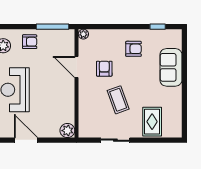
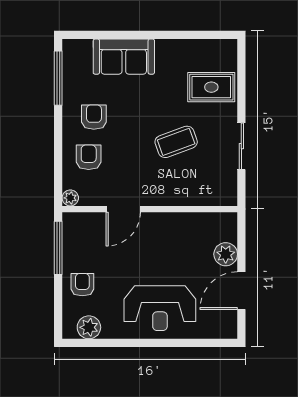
window: (158, 27) -> (58, 78), width x2.17
armchair: (104, 69) -> (89, 157), moved, turned 90
plant: (67, 131) -> (226, 254), moved

